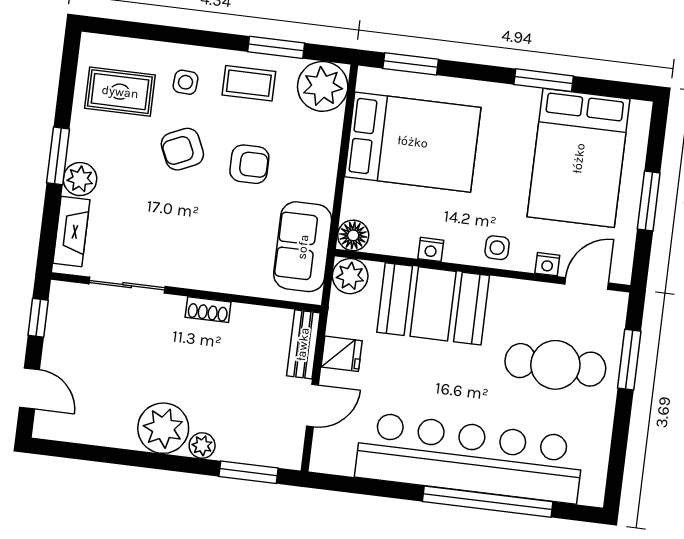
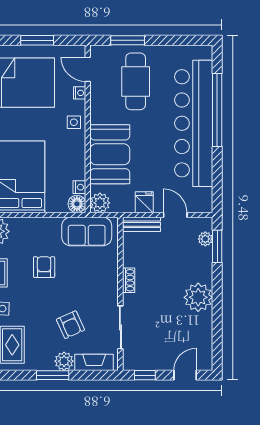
armchair: (182, 149) -> (71, 325), moved
nightstand: (431, 249) -> (79, 187), moved
plant: (202, 446) -> (205, 239), moved

